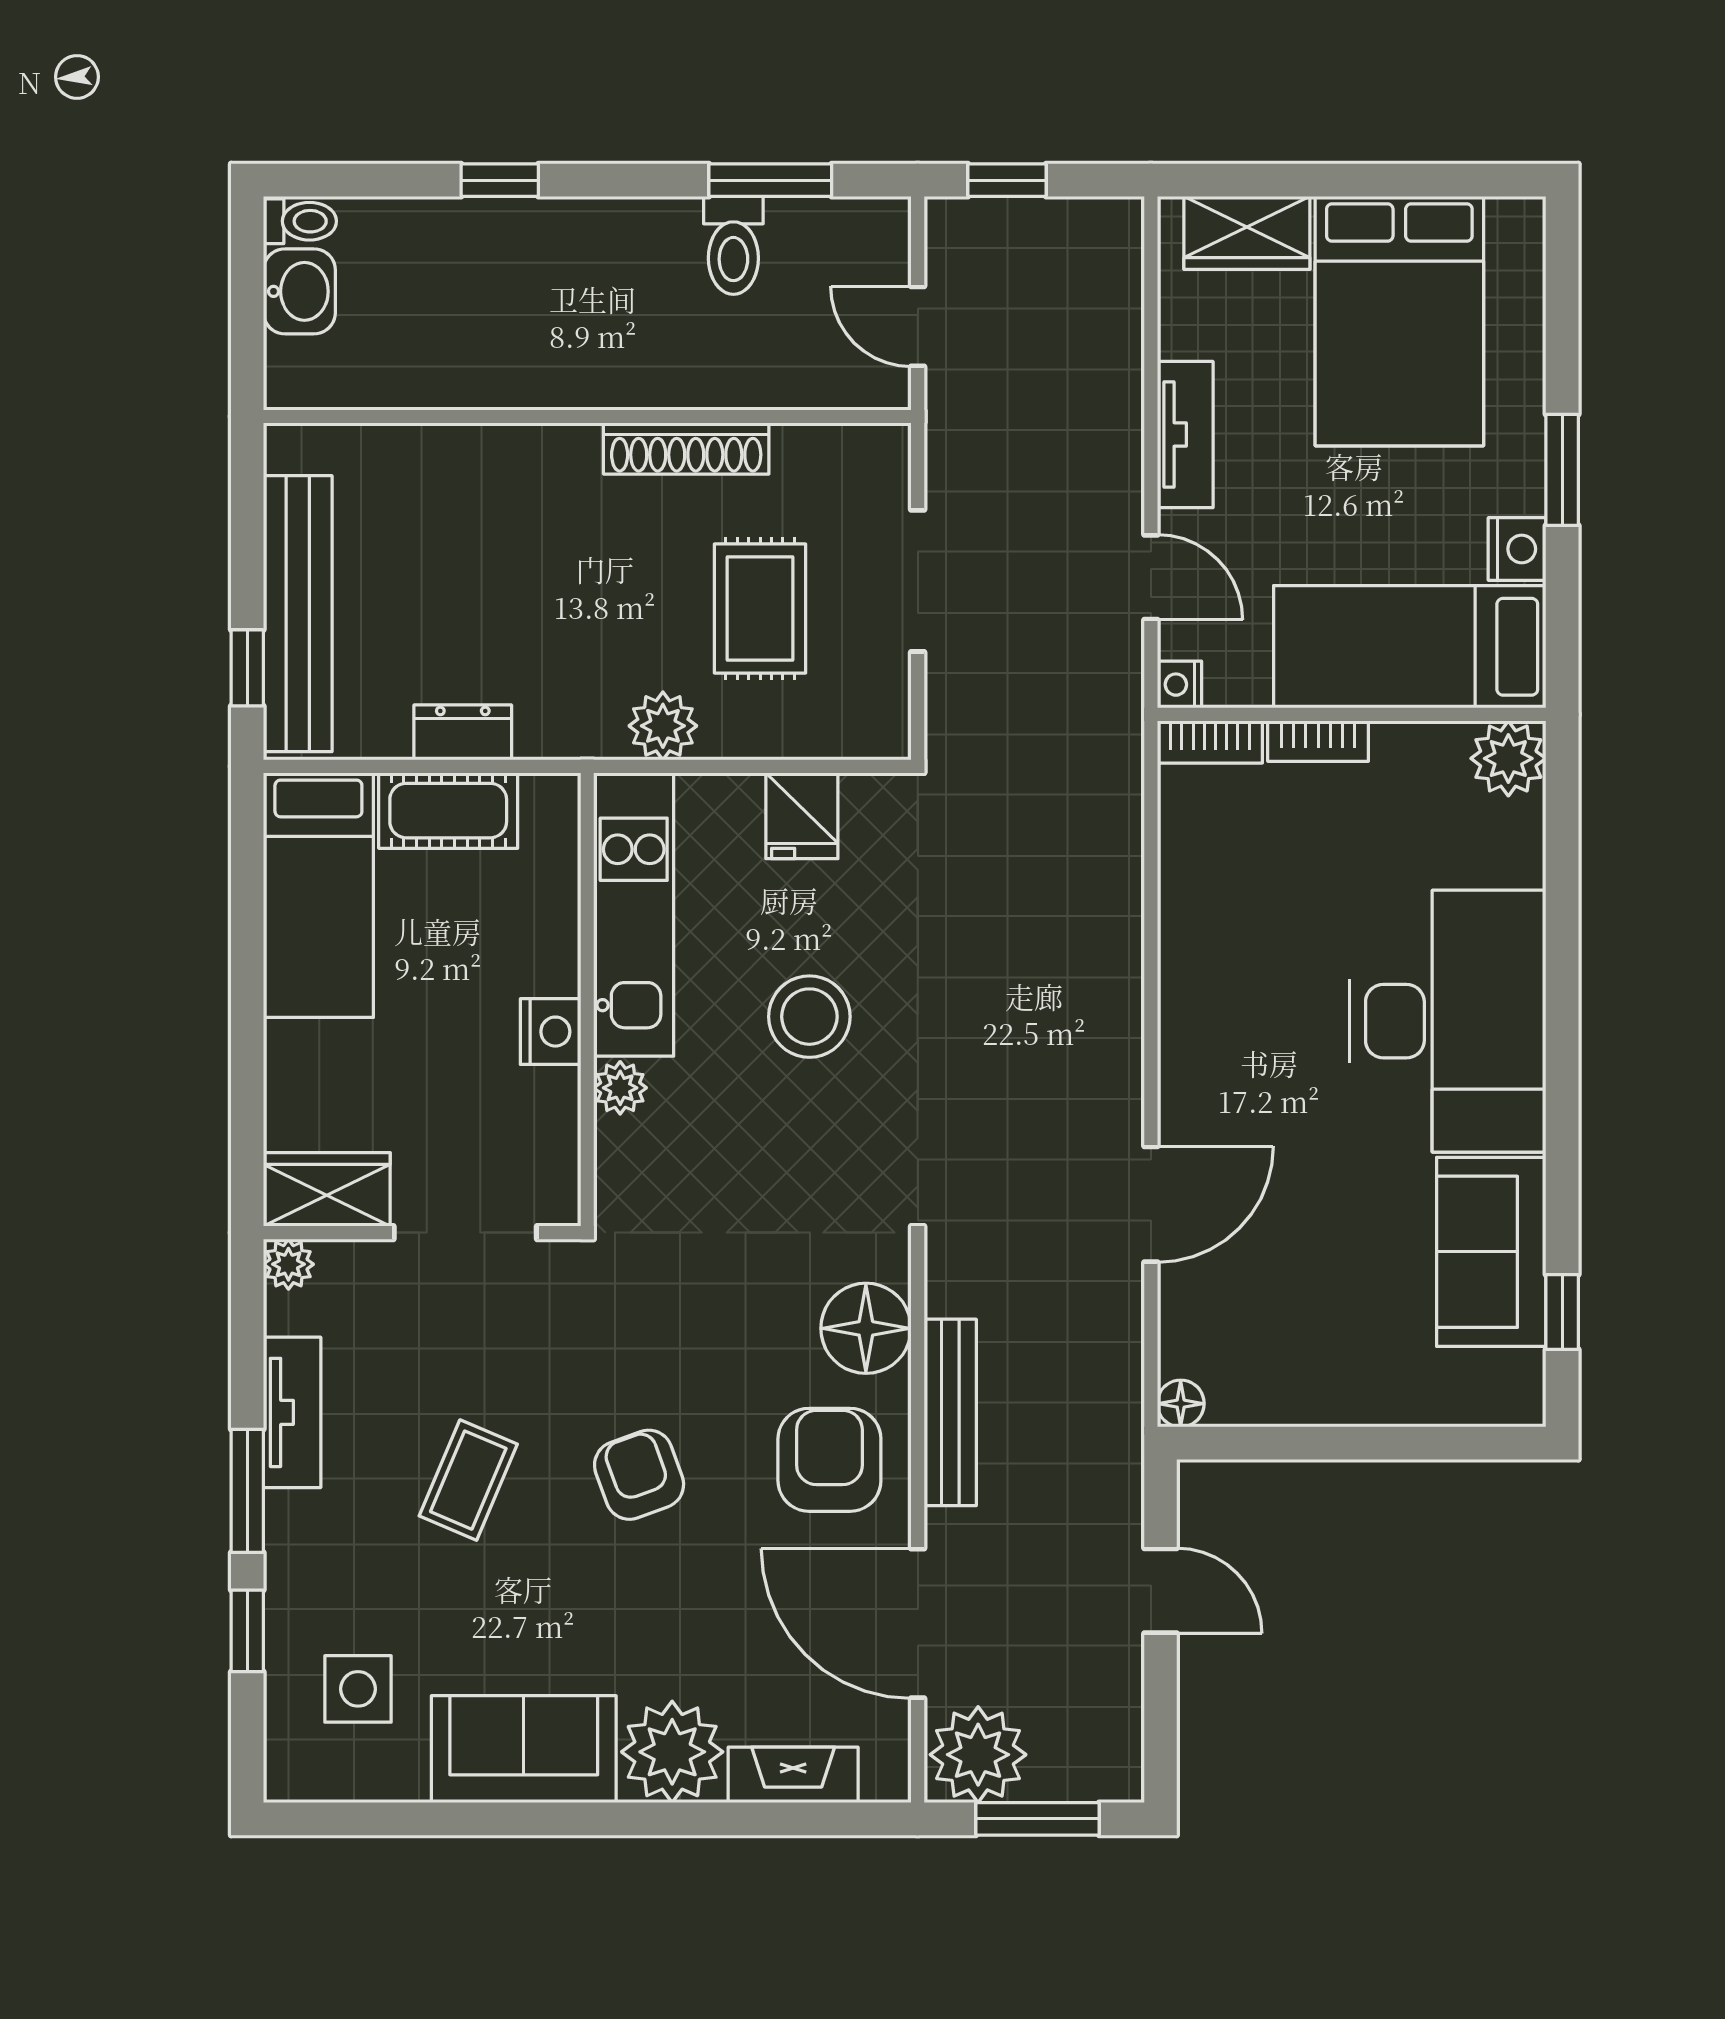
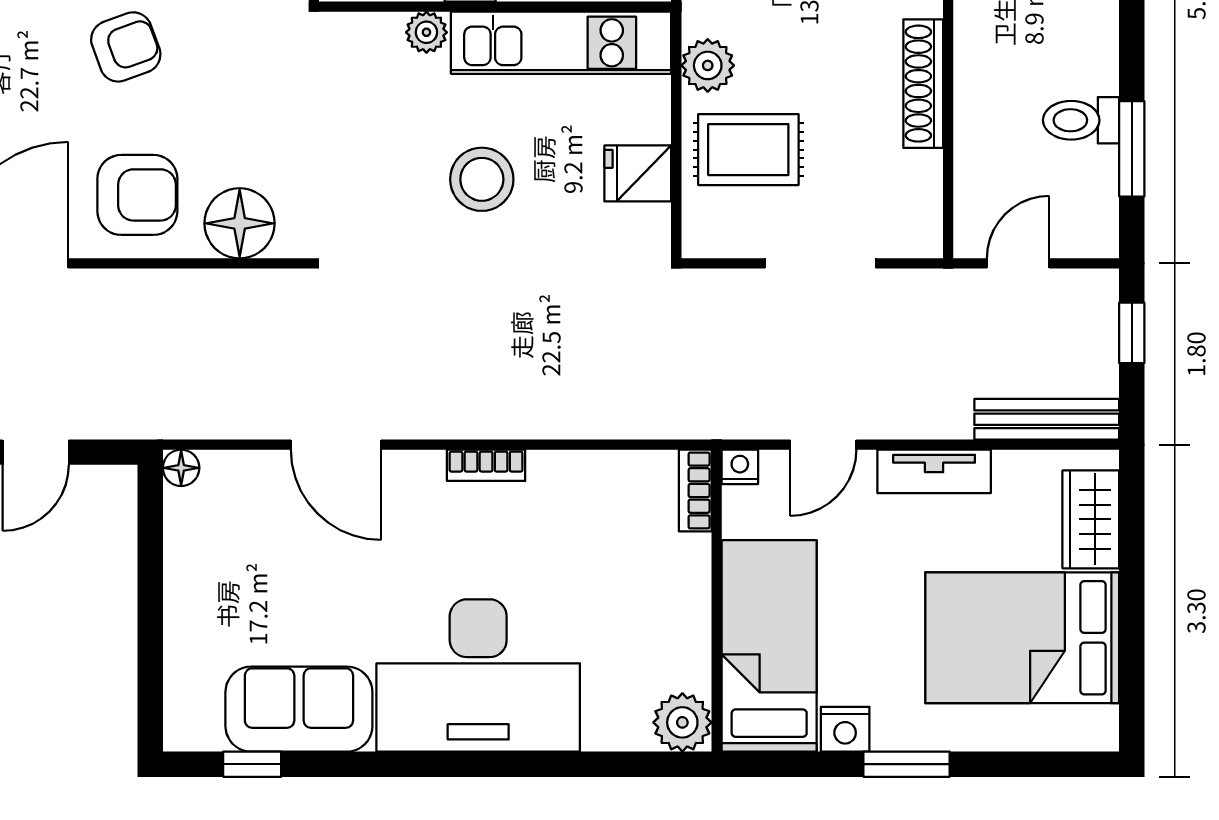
rug: (760, 608) -> (748, 150), moved
bookcase: (1318, 741) -> (486, 465), moved, turned -90
bench: (950, 1412) -> (1047, 419), moved

